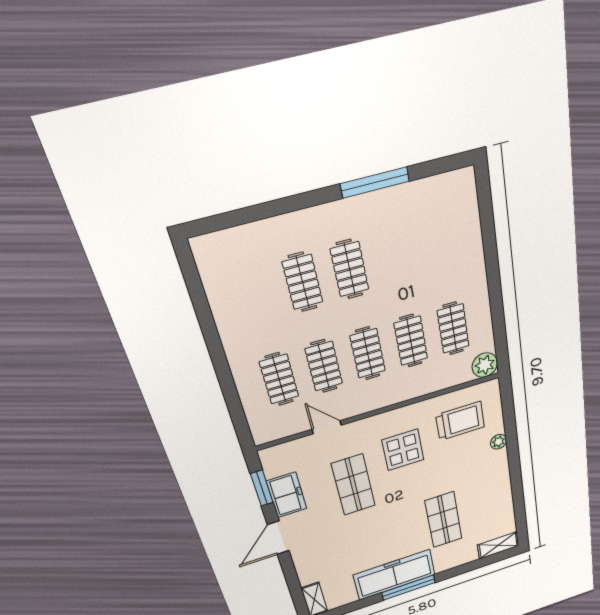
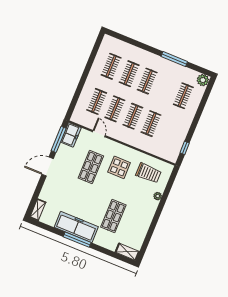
clothes rail: (255, 295) -> (111, 66), added
clothes rail: (453, 329) -> (183, 96), moved
window: (500, 335) -> (185, 148), added
plant: (485, 365) -> (203, 80), moved
window: (262, 488) -> (59, 139), width x1.44
freezer: (287, 495) -> (71, 135), moved

